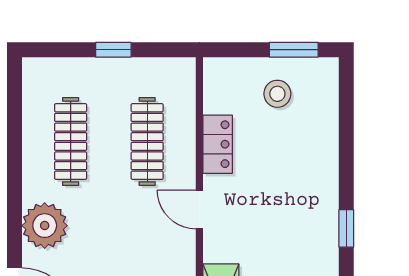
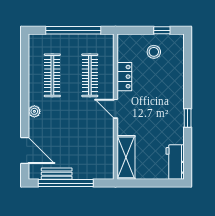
window: (113, 50) -> (73, 30), width x3.17
window: (294, 50) -> (162, 30), width x0.67
plant: (45, 226) -> (34, 111), width x0.53, depth x0.53

